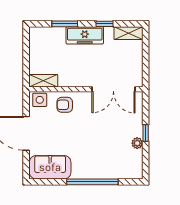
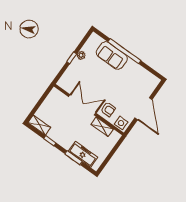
freezer: (85, 35) -> (83, 154), moved
shelving: (43, 81) -> (102, 127), moved
double door: (113, 89) -> (82, 105), moved
sofa: (50, 167) -> (112, 55), moved

